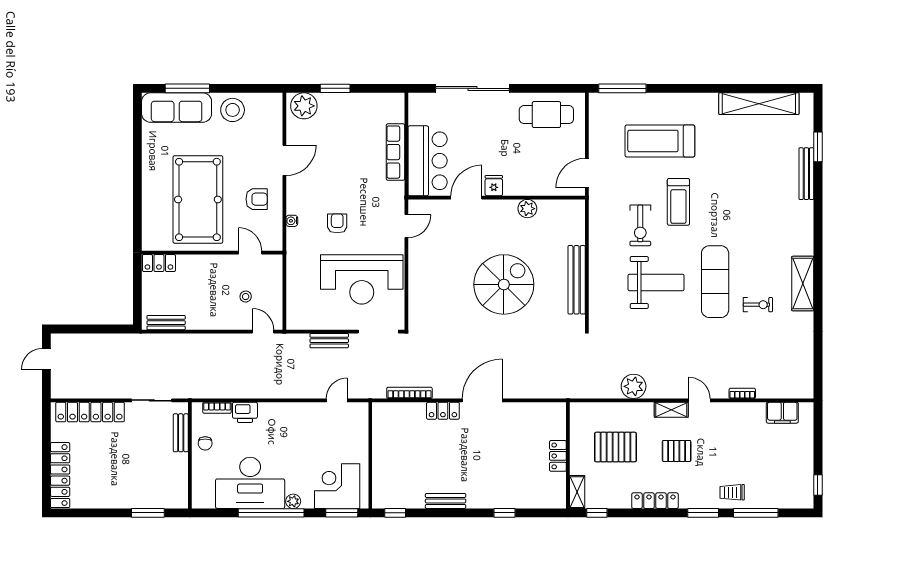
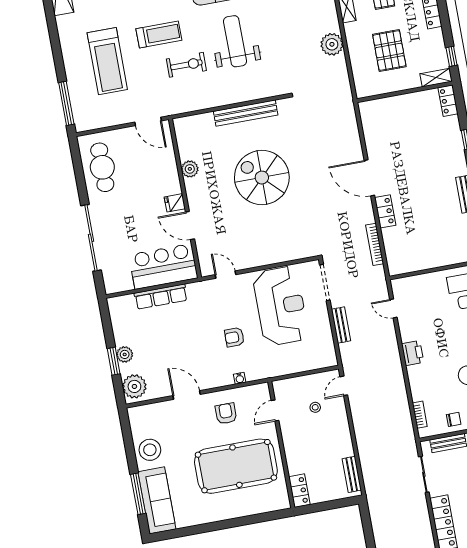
plant: (340, 102) -> (125, 354), added
printer: (245, 412) -> (413, 353), moved
locker: (558, 456) -> (448, 101), moved, turned 90

